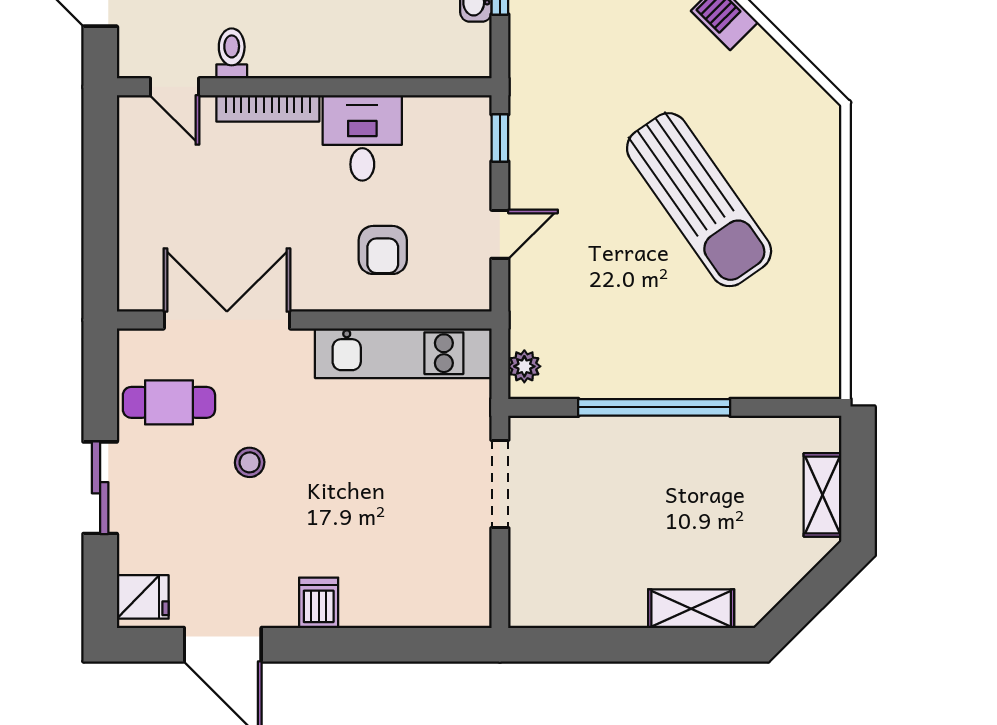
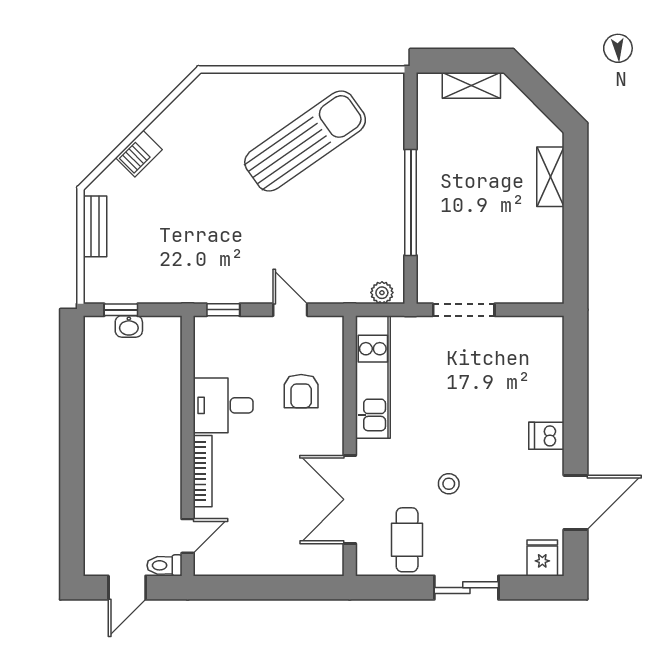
toilet: (232, 53) -> (164, 565), moved
sun lounger: (699, 200) -> (305, 141), moved
armchair: (383, 250) -> (301, 391), turned 90

